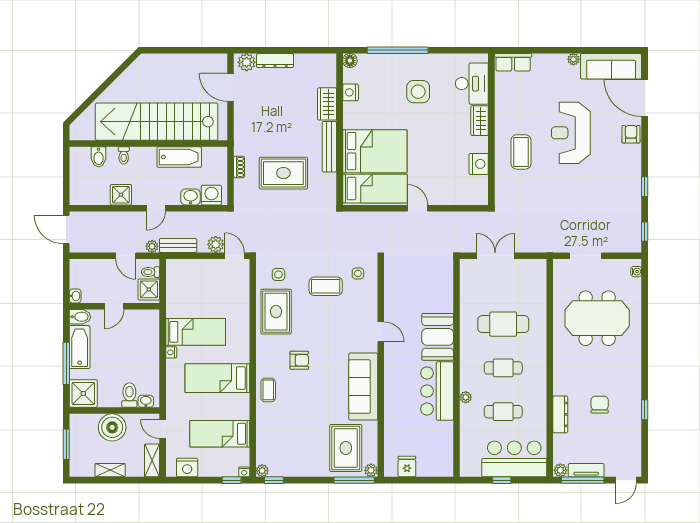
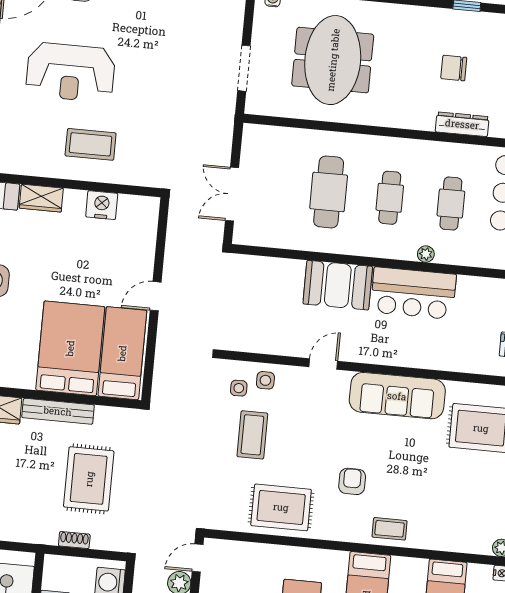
side table: (278, 274) -> (265, 380), moved

